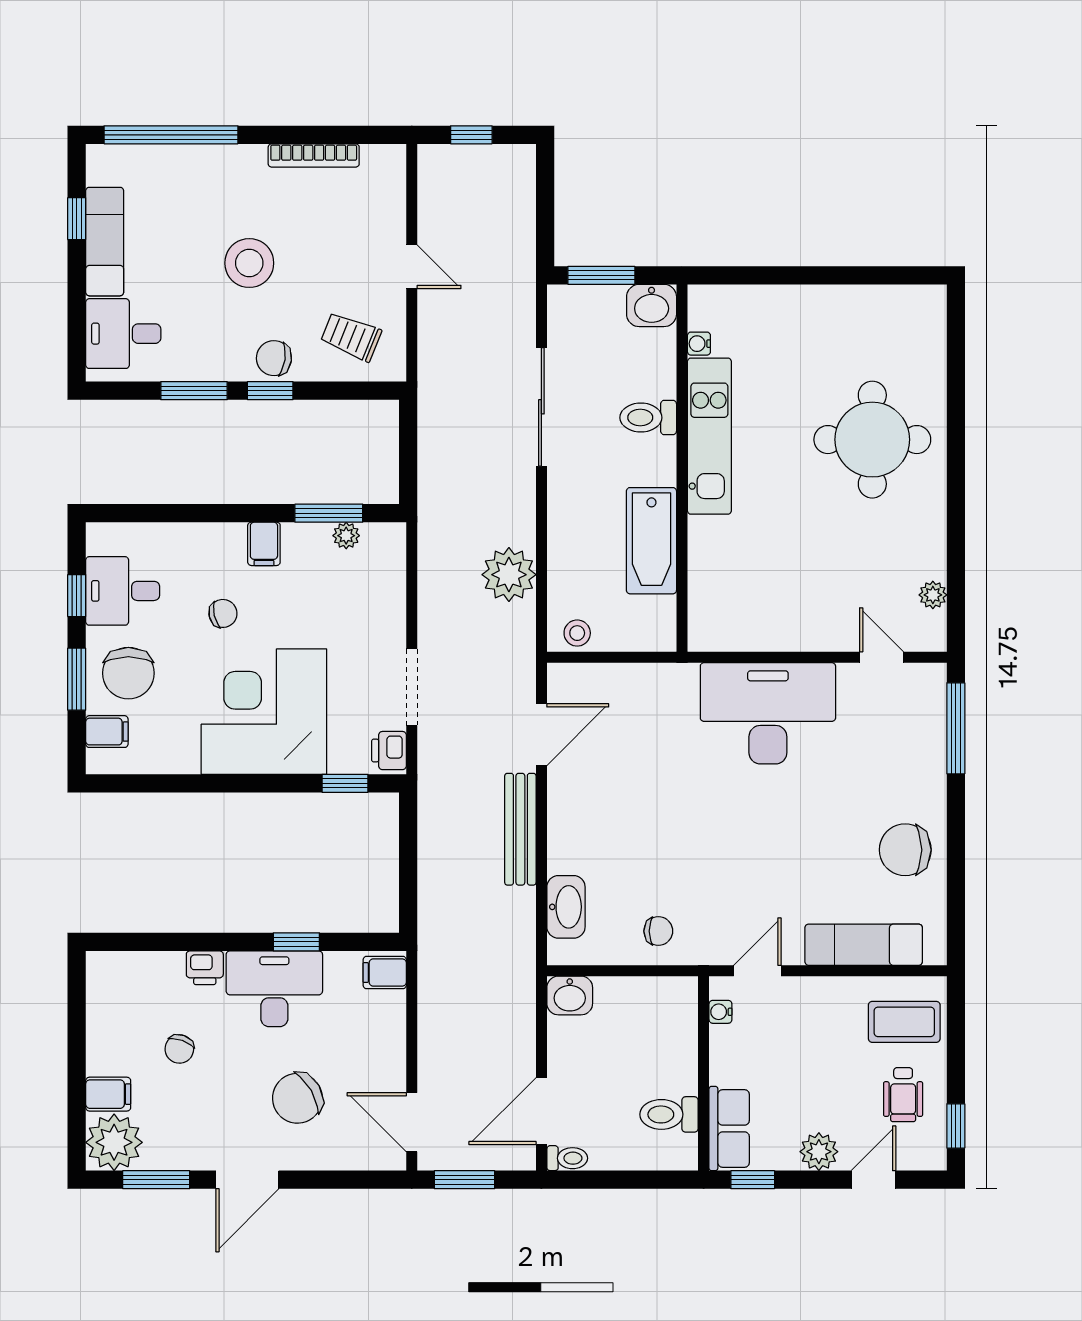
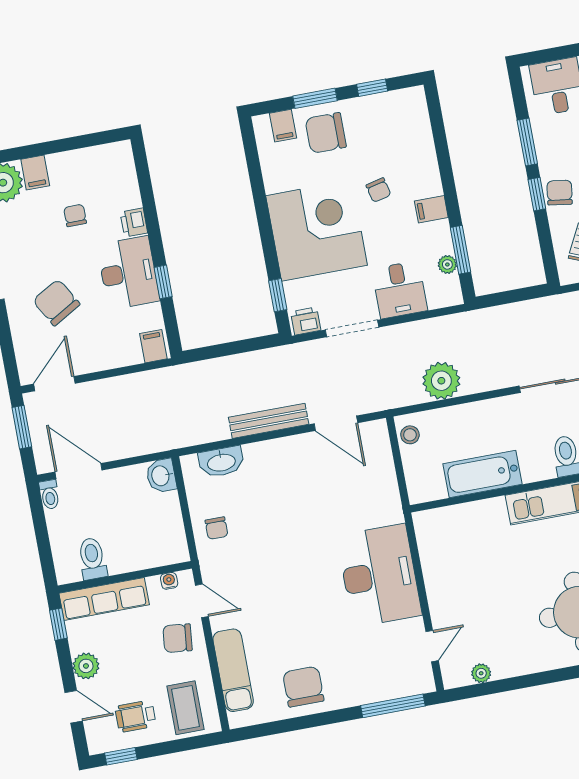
desk: (123, 591) -> (400, 290), moved, turned 180
chair: (804, 1015) -> (178, 638), added
chair: (179, 1049) -> (75, 215), turned 70
row of seats: (729, 1129) -> (104, 599), width x1.48

